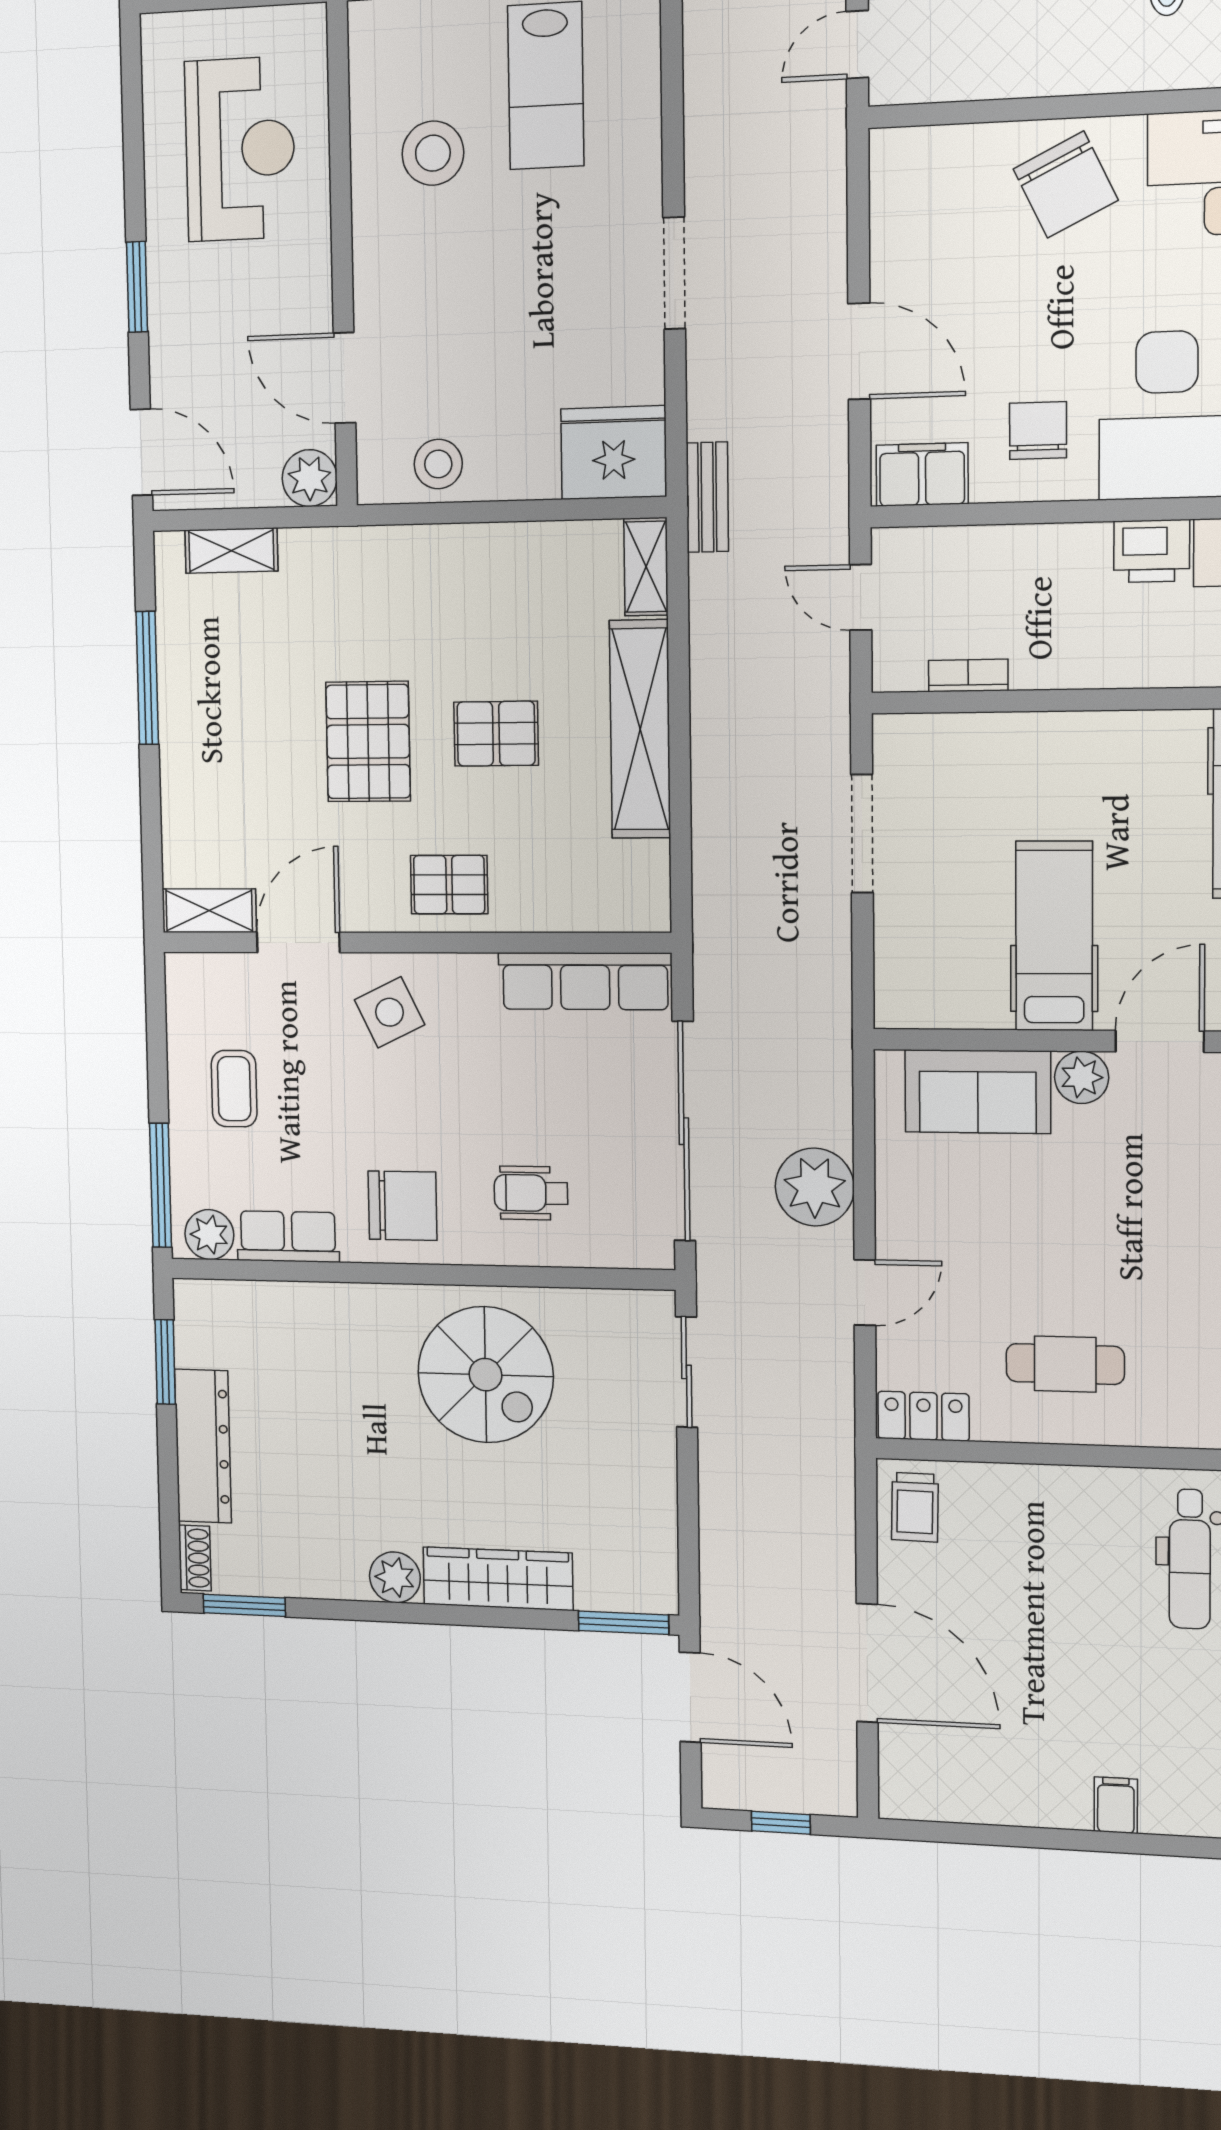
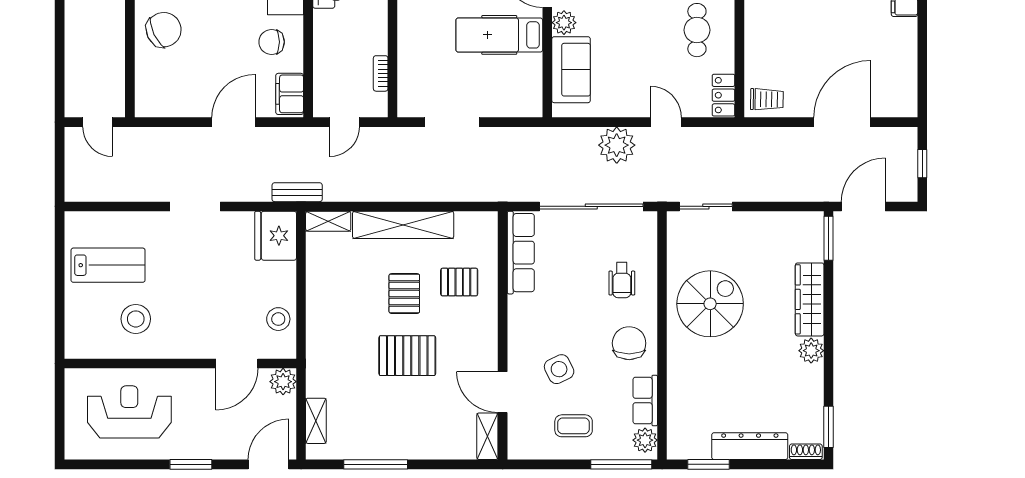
pallet: (449, 885) -> (459, 282), moved, turned 90
side table: (390, 1012) -> (559, 369), moved

